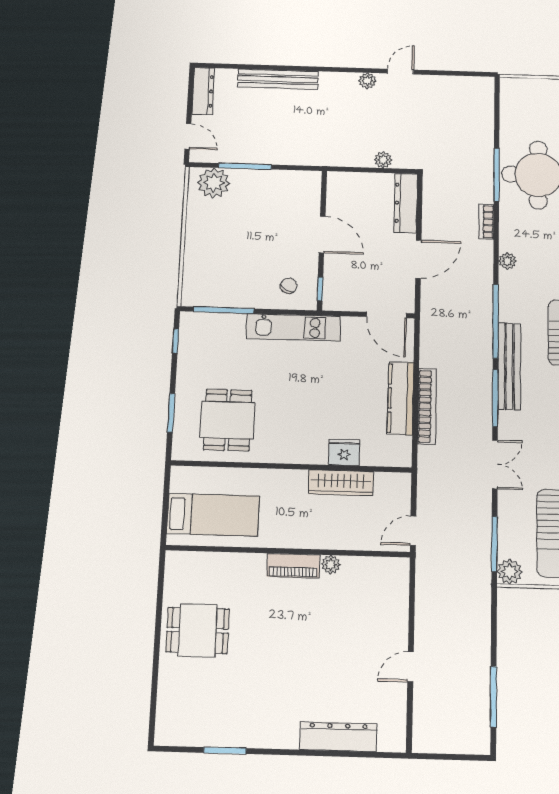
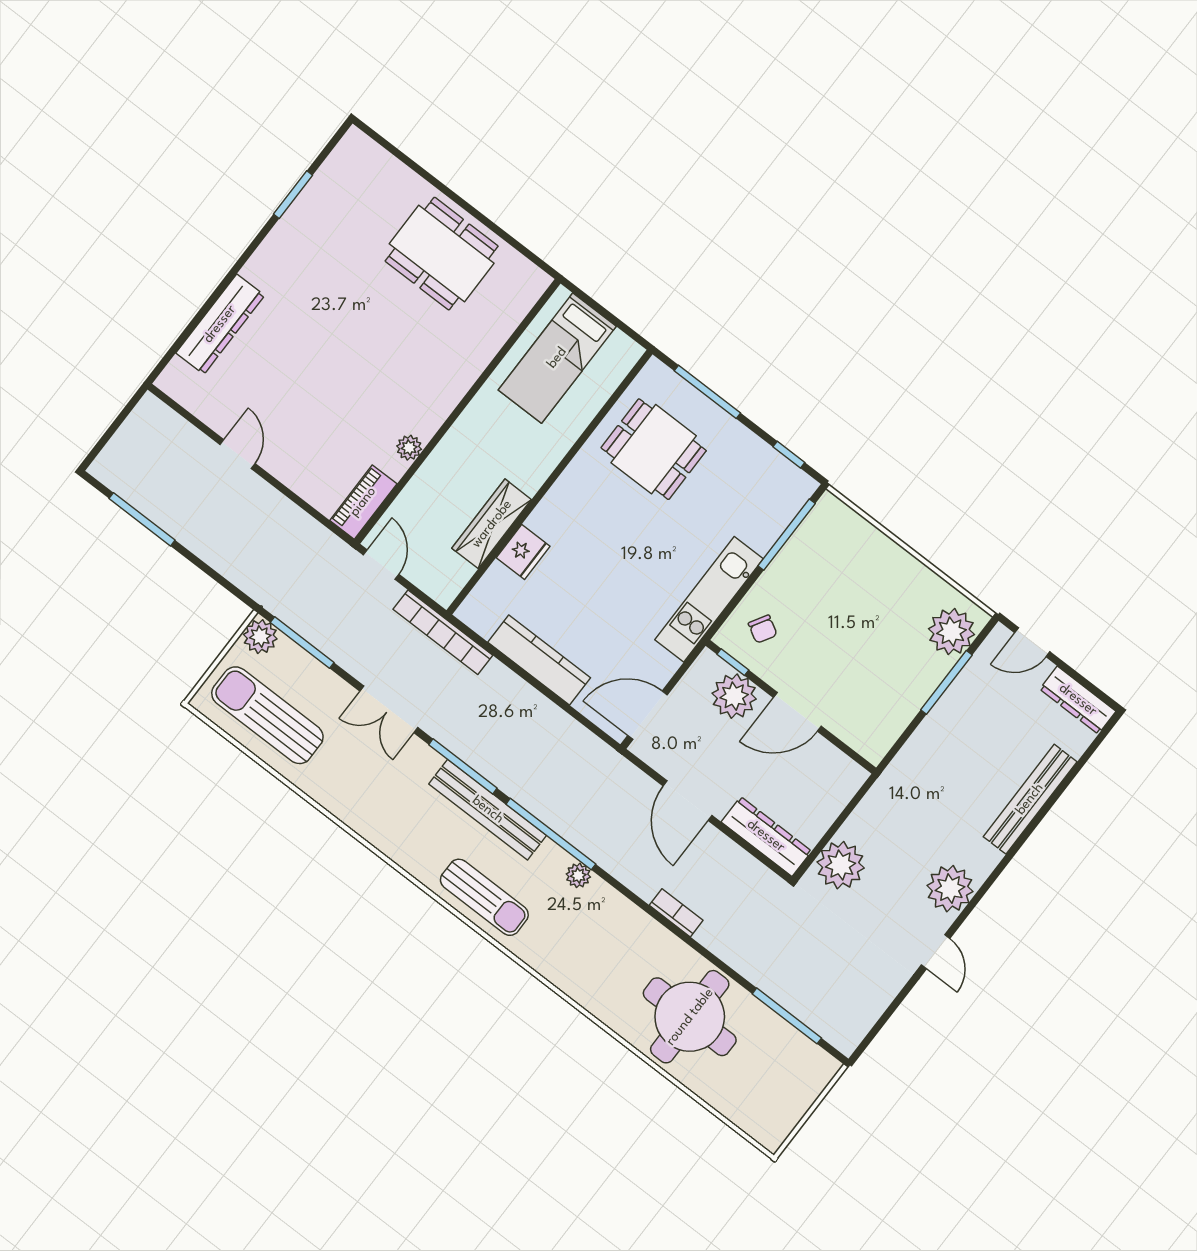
plant: (367, 81) -> (950, 889), width x1.87, depth x1.87
plant: (383, 160) -> (841, 865), width x1.87, depth x1.87
window: (497, 175) -> (787, 1016), moved
plant: (507, 261) -> (578, 875), moved
plant: (339, 275) -> (734, 696), added
bookcase: (427, 406) -> (443, 632), moved
window: (171, 413) -> (707, 392), width x1.44
piano: (293, 566) -> (363, 502), moved
dining table: (198, 630) -> (442, 254), width x1.37

